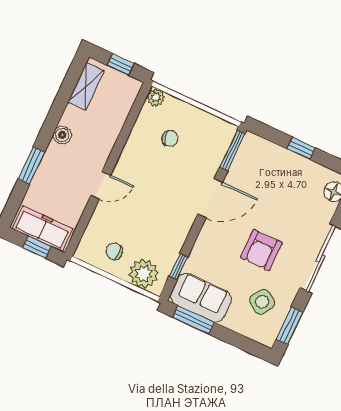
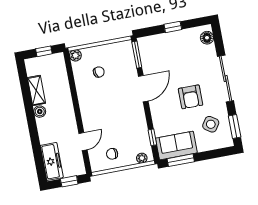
shelving: (86, 86) -> (36, 90), moved
window: (31, 165) -> (35, 140), removed
door: (101, 185) -> (83, 142), moved
freezer: (42, 229) -> (52, 161), moved, turned 90
plant: (144, 274) -> (142, 158), width x0.53, depth x0.53

